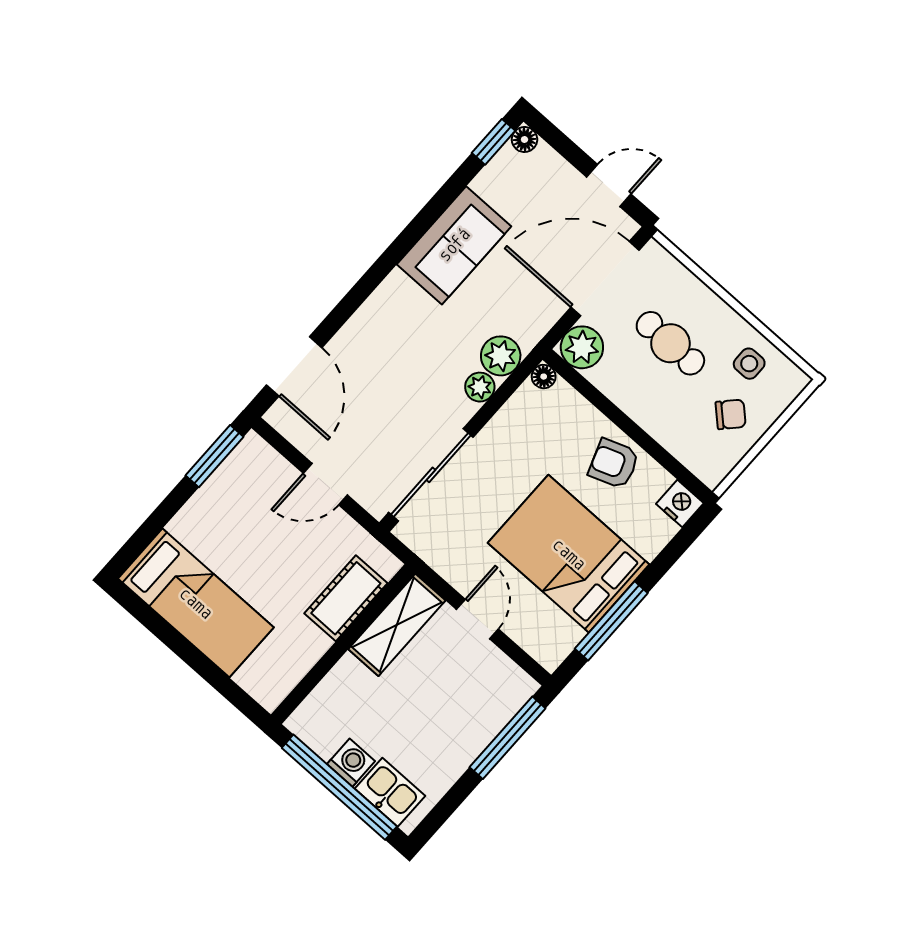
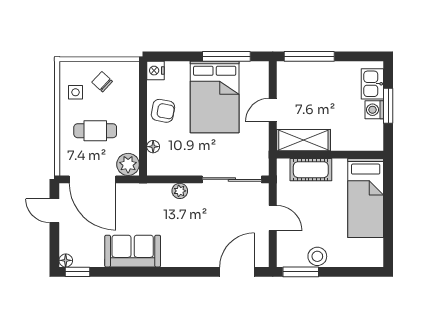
cafe table: (670, 343) -> (95, 131), turned 90
plant: (501, 356) -> (160, 194), removed
floor lamp: (544, 377) -> (153, 147), moved
armchair: (614, 464) -> (163, 111), turned -60
stool: (216, 499) -> (317, 256), added
bed: (196, 603) -> (366, 198), moved, turned 180
window: (339, 787) -> (388, 106), width x0.47

